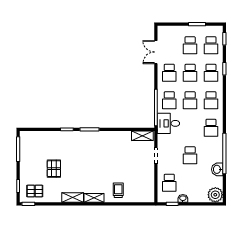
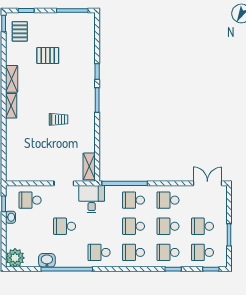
double door: (156, 52) -> (207, 183), moved
desk: (168, 123) -> (92, 199), moved
trolley: (118, 190) -> (58, 119), moved

